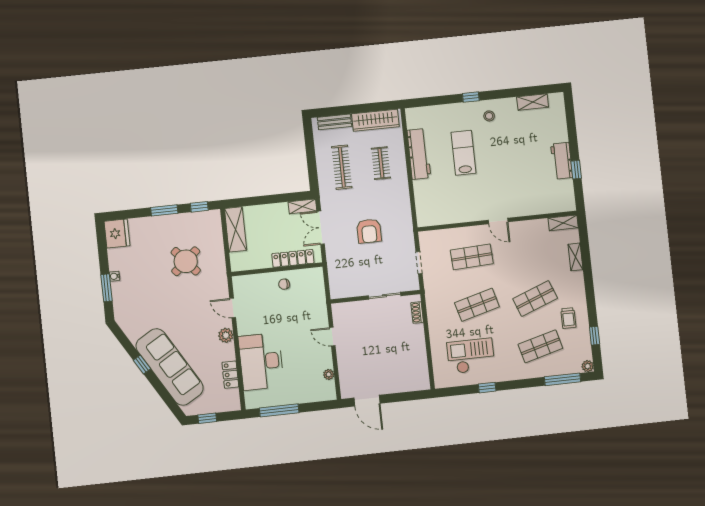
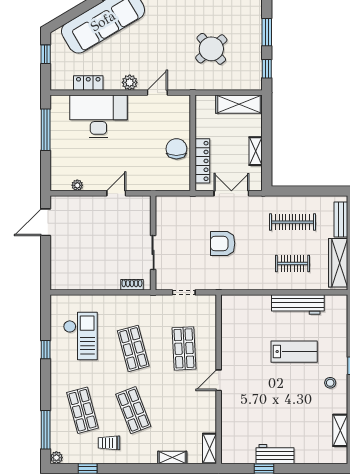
shelving: (302, 206) -> (256, 151), moved
chair: (284, 284) -> (176, 149), width x1.87, depth x1.87

